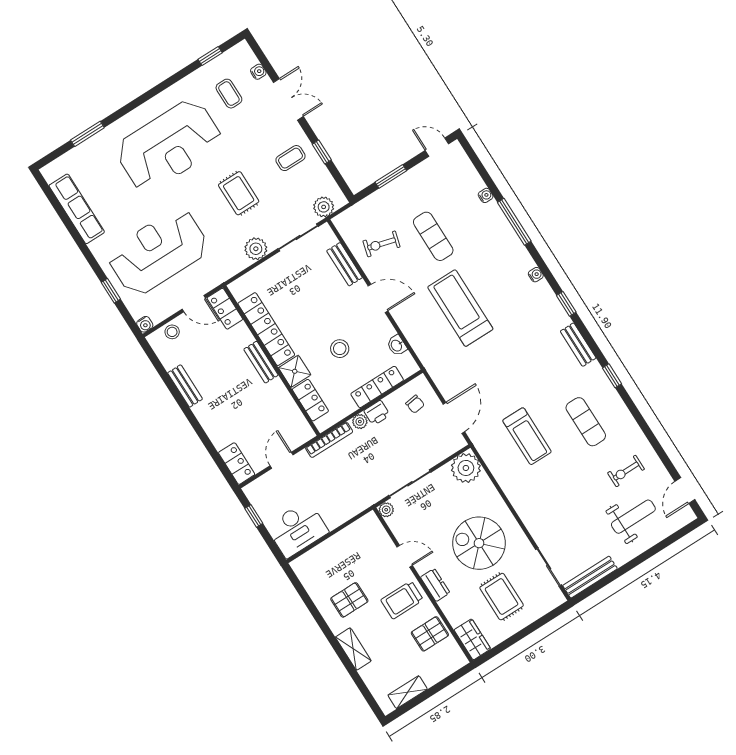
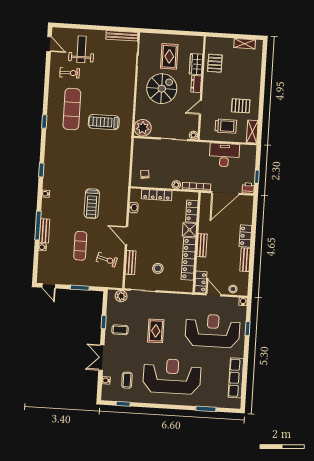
plant: (256, 249) -> (166, 299), removed
reception desk: (158, 252) -> (213, 331), turned 180
treadmill: (460, 308) -> (92, 204), width x0.73, depth x0.73
bench: (578, 345) -> (44, 231), moved
stool: (340, 349) -> (158, 268), moved
printer: (377, 413) -> (248, 188), moved
door: (454, 418) -> (131, 155), removed
exercise mat: (586, 422) -> (72, 109), width x1.36, depth x1.45
treadmill: (527, 436) -> (104, 122), turned -90
door: (282, 460) -> (225, 193), width x1.87
locker: (237, 464) -> (245, 236), moved
door: (685, 491) -> (49, 44), hinge flipped
weight bench: (633, 517) -> (82, 49), turned 90
desk: (297, 529) -> (224, 155), moved
spiral stairs: (479, 543) -> (162, 89), turned -90
door: (405, 556) -> (200, 107), hinge flipped
trolley: (402, 600) -> (226, 126), moved
pallet: (430, 634) -> (215, 63), turned 90
wardrobe: (472, 639) -> (196, 64), moved
shelving: (353, 649) -> (252, 132), moved

